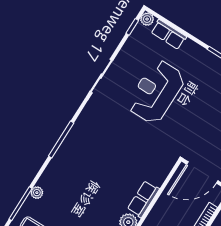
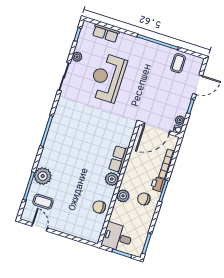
plant: (147, 19) -> (77, 57), moved
plant: (37, 193) -> (43, 176), width x1.88, depth x1.88

